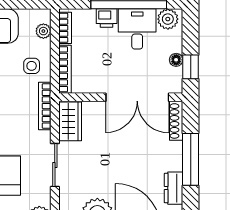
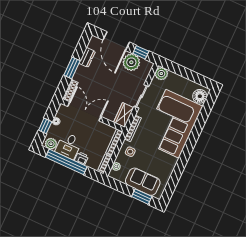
window: (191, 67) -> (45, 126), moved
window: (191, 159) -> (72, 68), width x0.69

